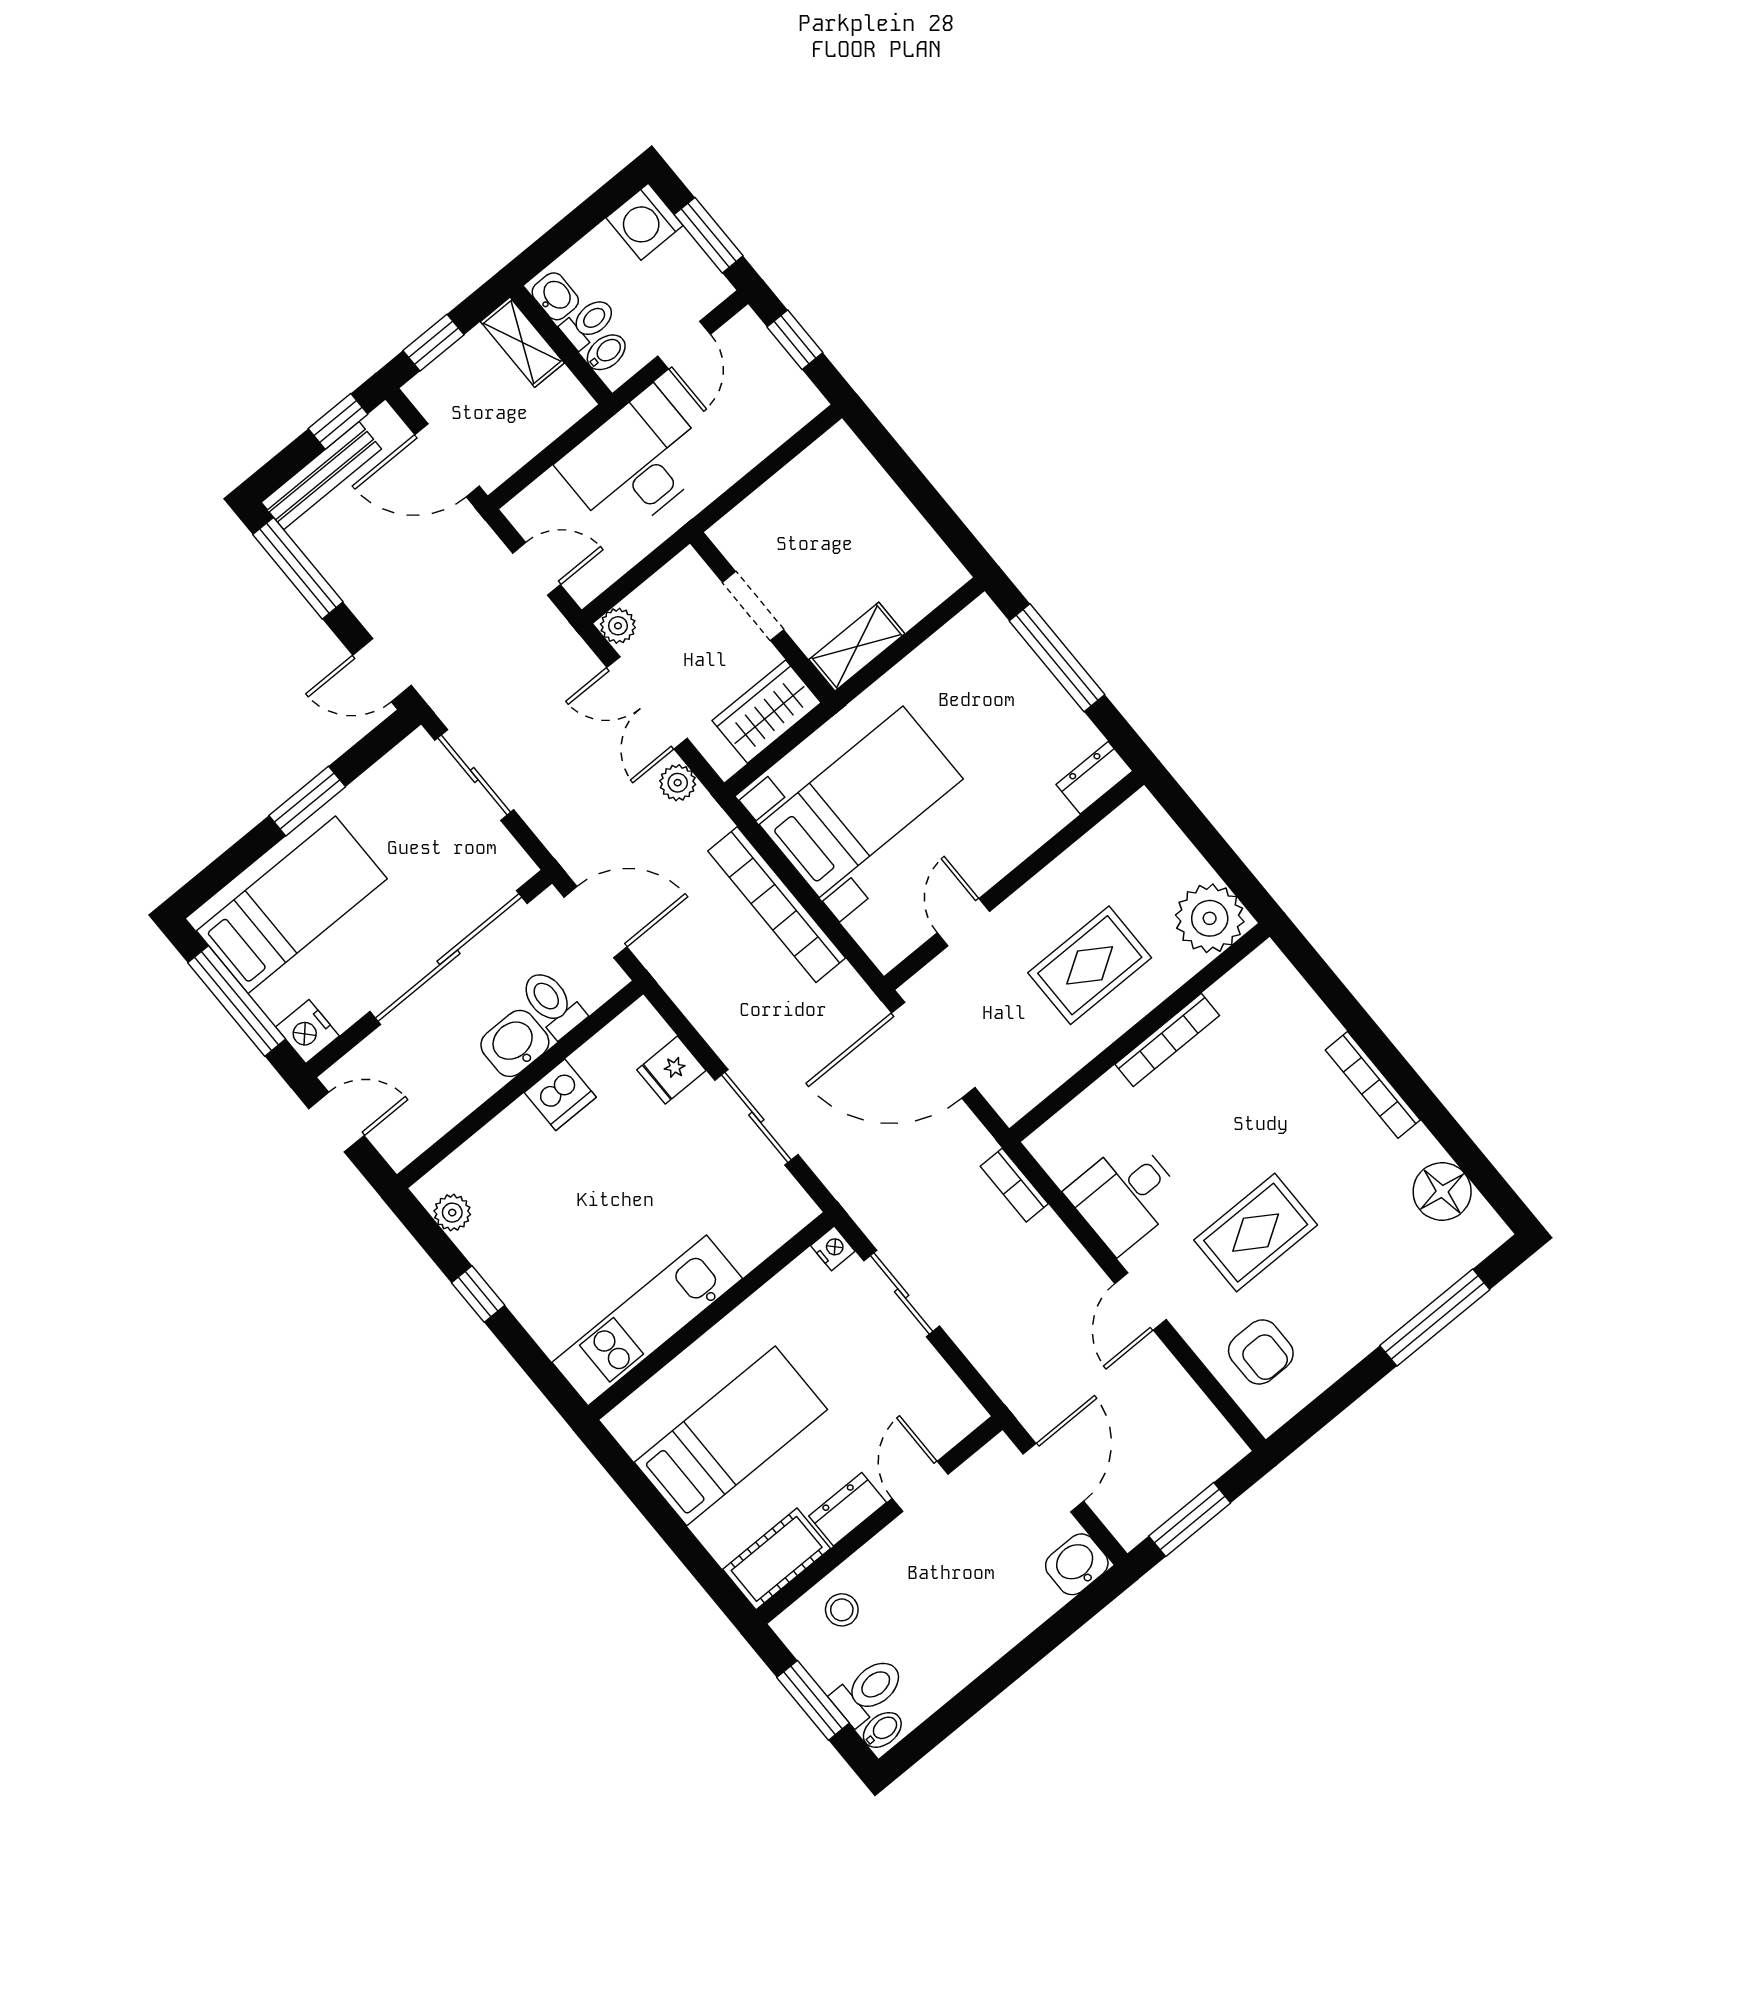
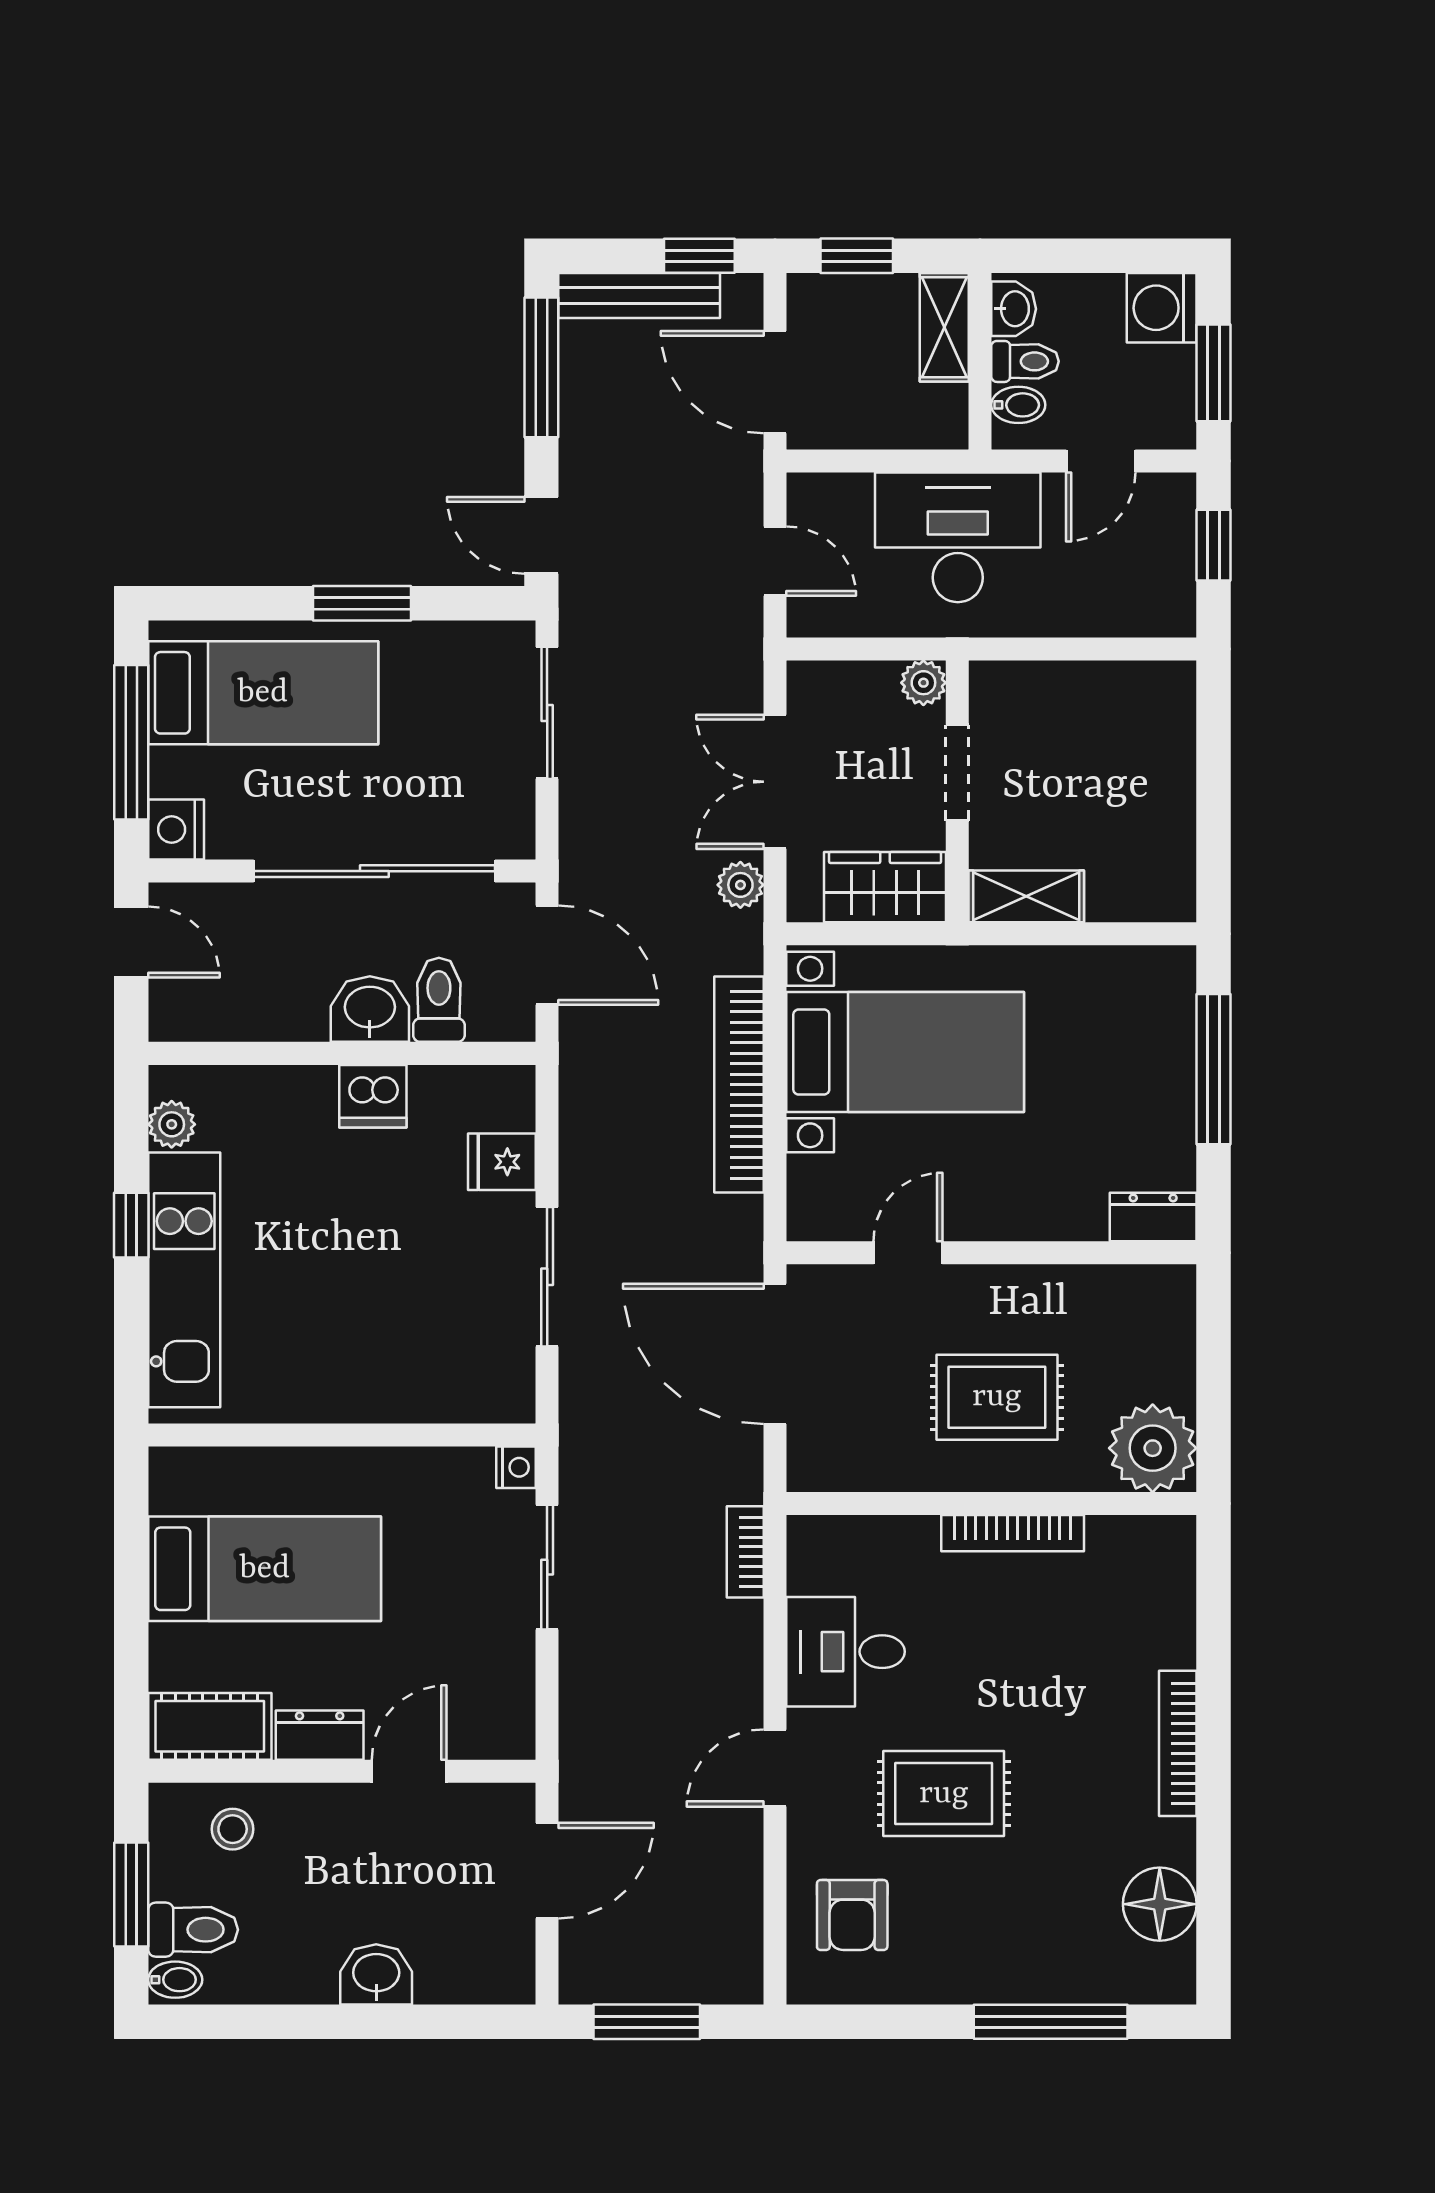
plant: (618, 626) -> (923, 683), moved
kitchen unit: (647, 1320) -> (184, 1280), moved, turned 90
washbasin: (1077, 1564) -> (376, 1974), moved

